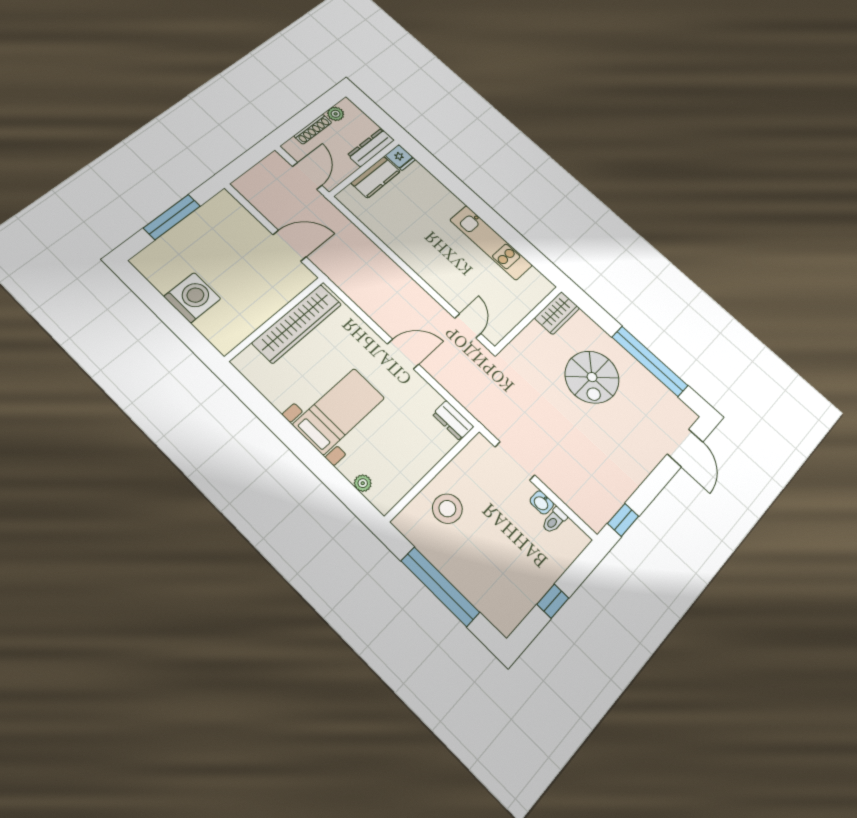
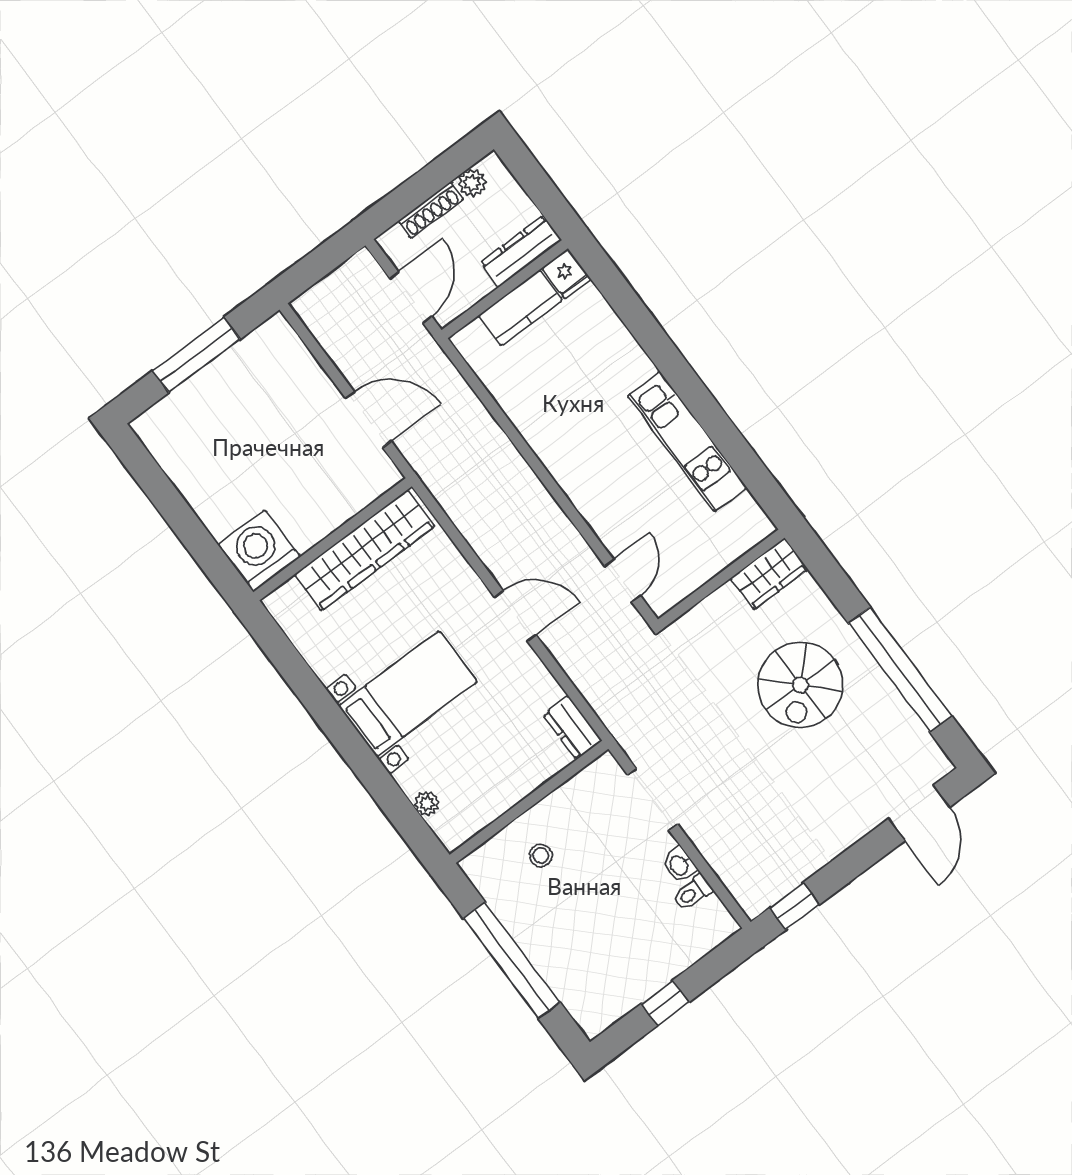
washing machine: (192, 298) -> (259, 551), moved, turned -90
stool: (447, 509) -> (541, 855), width x0.53, depth x0.53

